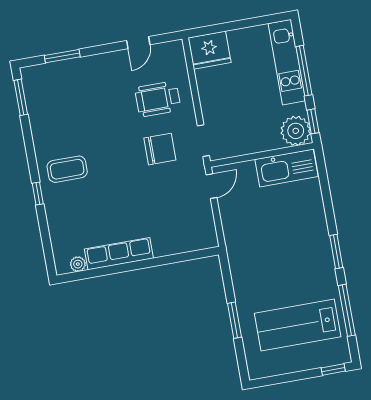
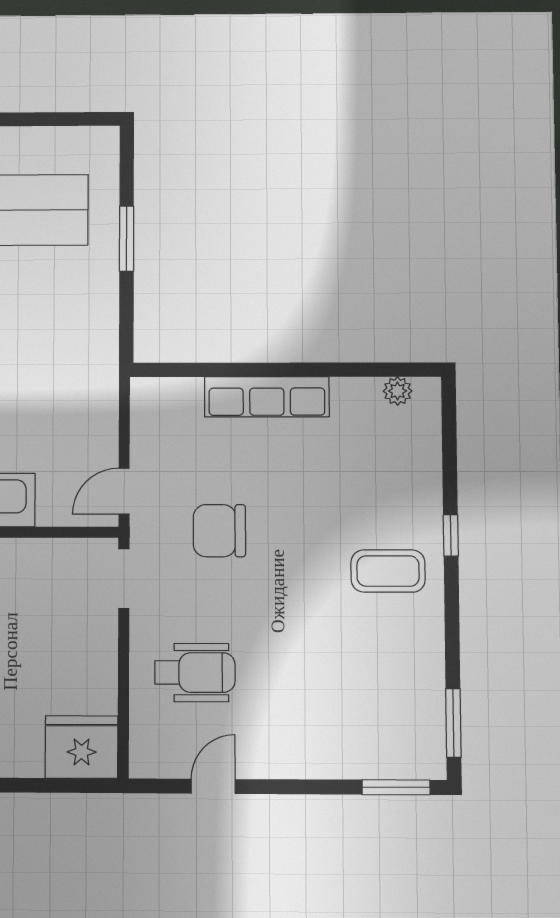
window: (62, 56) -> (396, 787), moved
chair: (160, 149) -> (219, 531), moved
row of seats: (119, 254) -> (267, 397), moved

